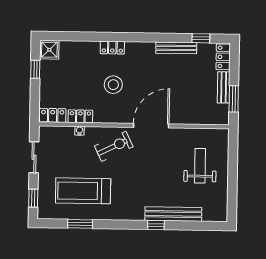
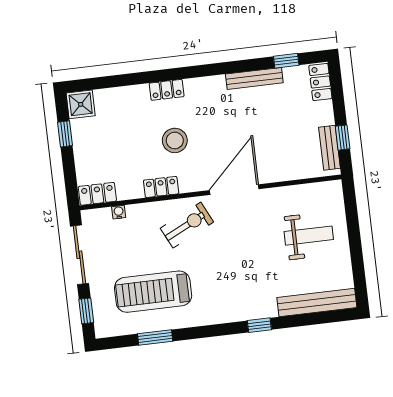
bench: (224, 87) -> (329, 148), moved
window: (234, 99) -> (343, 138), width x0.67
locker: (80, 116) -> (161, 187), moved
water cooler: (79, 131) -> (119, 212), moved
sliding door: (34, 157) -> (79, 255), width x1.37
weight bench: (200, 166) -> (309, 236), turned 90
bench: (173, 214) -> (317, 303), moved

